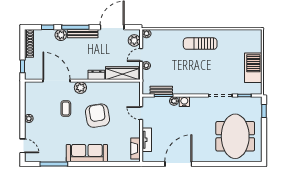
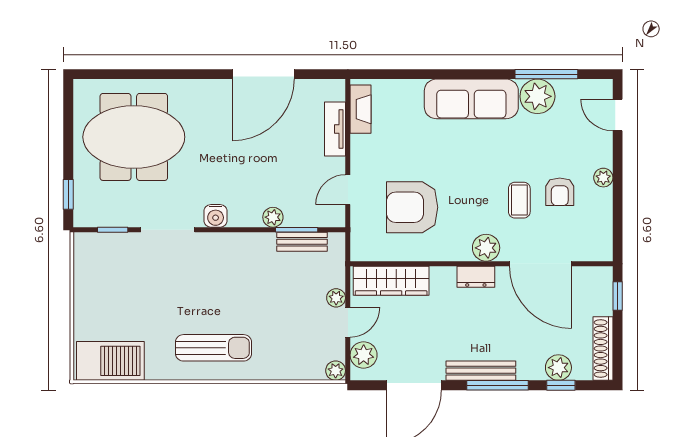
plant: (61, 35) -> (558, 368), moved
barbecue: (253, 68) -> (110, 361), moved, turned -90
dresser: (96, 75) -> (476, 277), moved
water cooler: (184, 102) -> (216, 216), moved
armchair: (48, 112) -> (560, 192), added
door: (141, 113) -> (348, 190), swing flipped
armchair: (97, 116) -> (412, 207), moved, turned 99
meeting table: (235, 136) -> (134, 137), turned 90
plant: (58, 154) -> (537, 96), added

